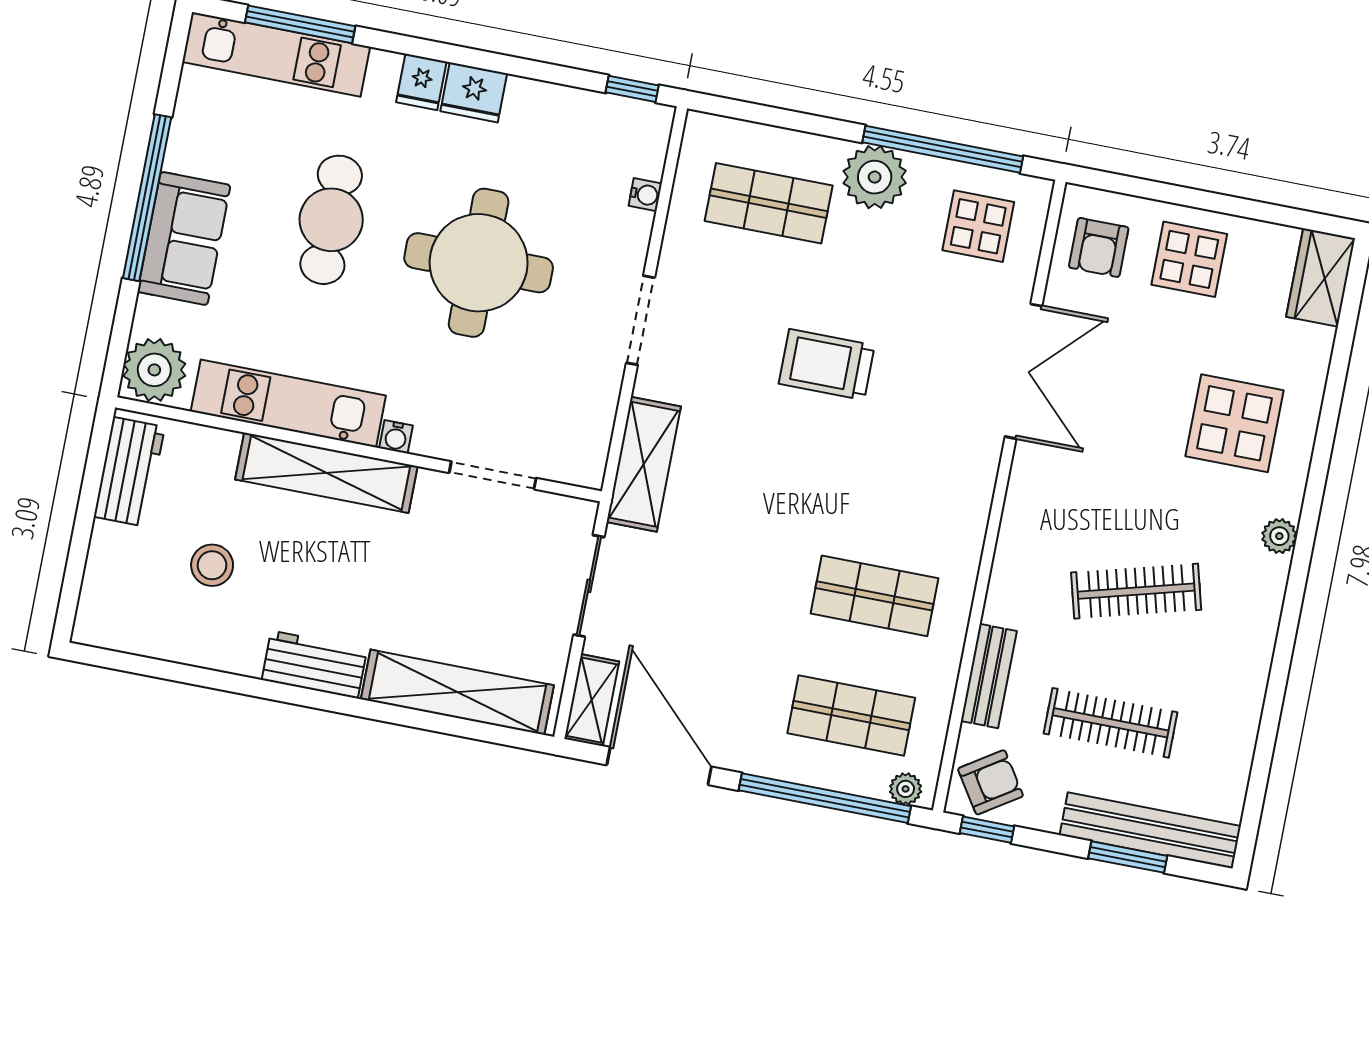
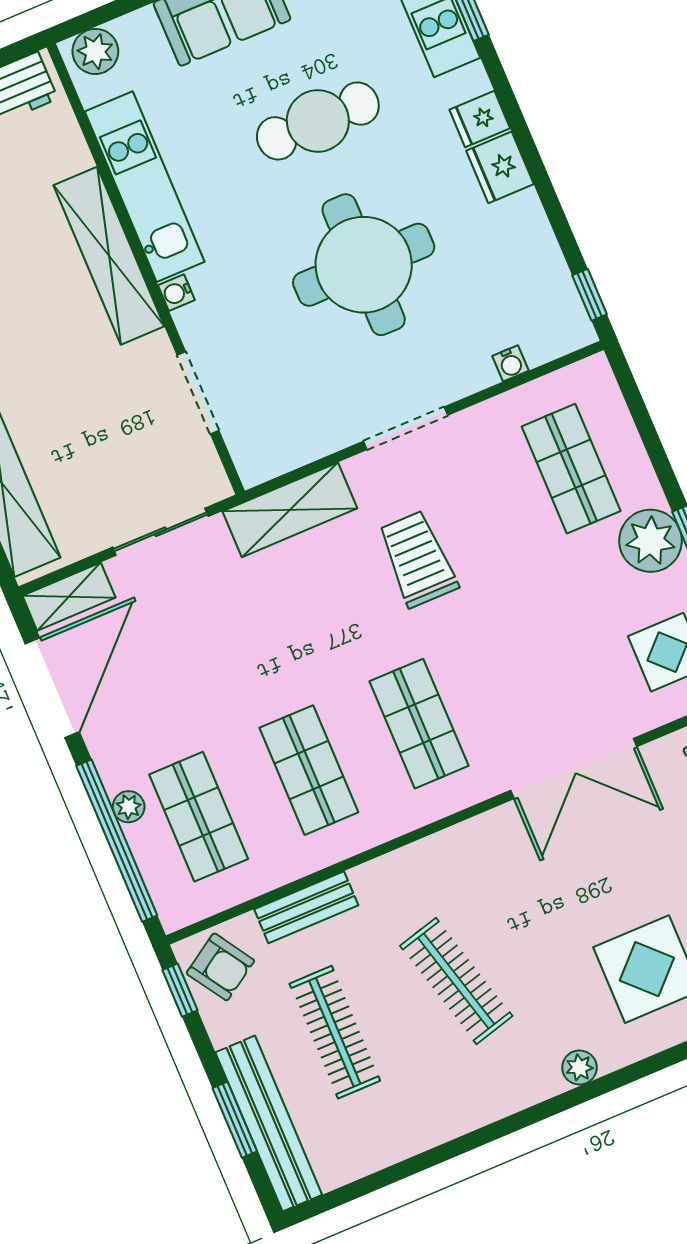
trolley: (827, 364) -> (418, 559), moved
plant: (154, 370) -> (95, 51), width x0.73, depth x0.73
shop shelf: (898, 476) -> (419, 724), added
plant: (906, 789) -> (129, 807), moved

